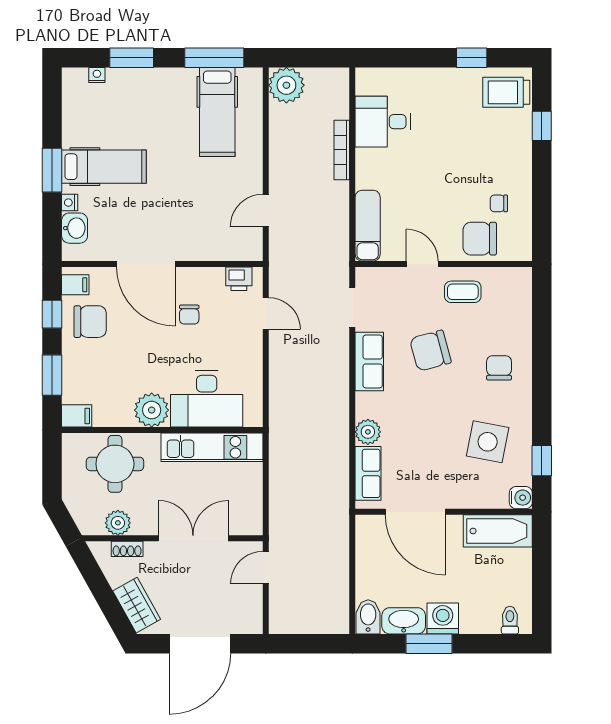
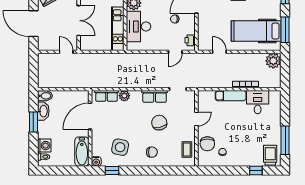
window: (472, 58) -> (285, 140), width x2.17
hospital bed: (217, 112) -> (256, 31), width x1.37, depth x1.29
exam couch: (368, 226) -> (231, 96), moved
chair: (480, 239) -> (207, 144), turned 180
coffee table: (463, 292) -> (187, 149), moved
washing machine: (443, 619) -> (44, 146), moved

